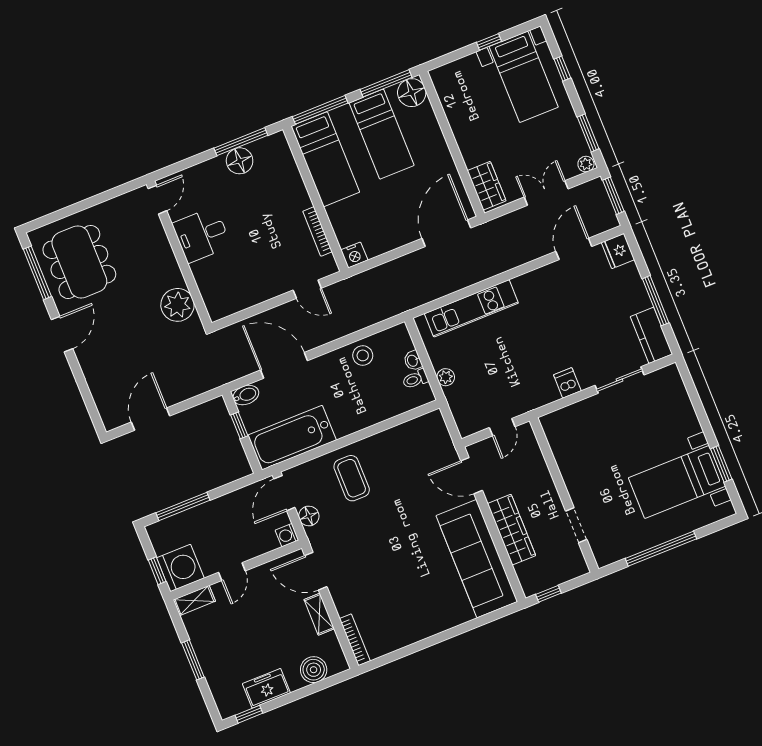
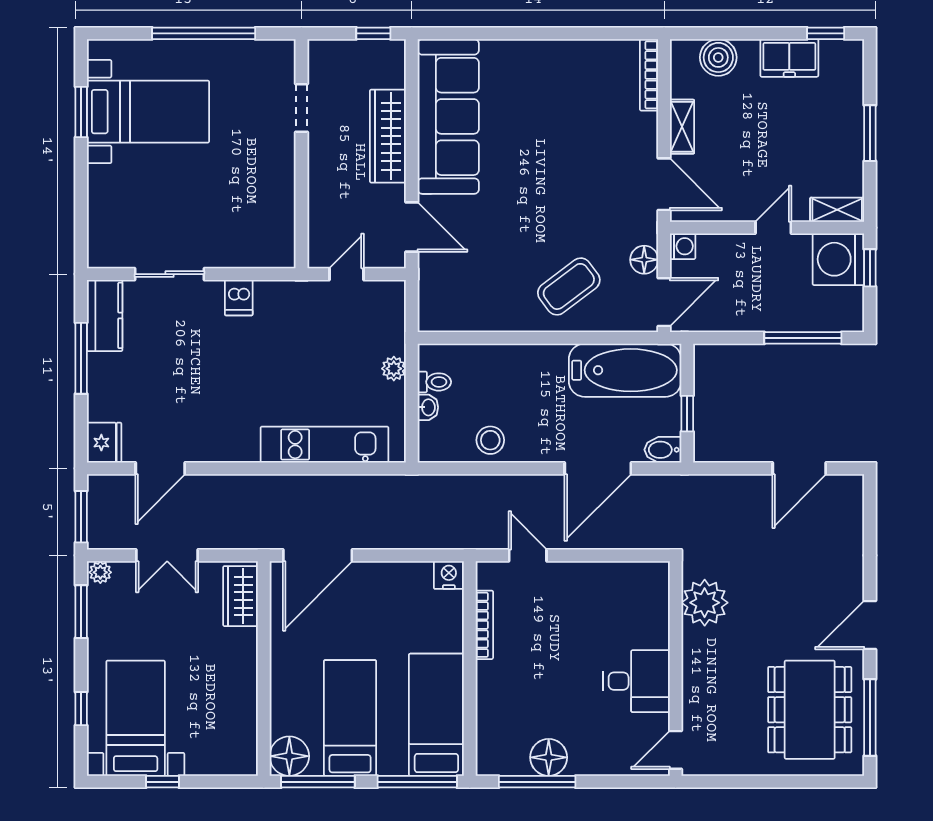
door: (284, 365) -> (598, 468), hinge flipped
coffee table: (352, 478) -> (569, 286), turned 53

